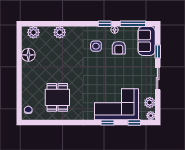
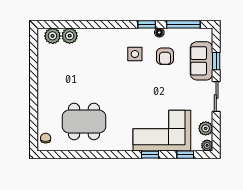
plant: (60, 32) -> (70, 36), moved
sofa: (147, 41) -> (202, 61), moved
floor lamp: (28, 55) -> (46, 65), removed
dining table: (57, 97) -> (84, 121), width x1.38

